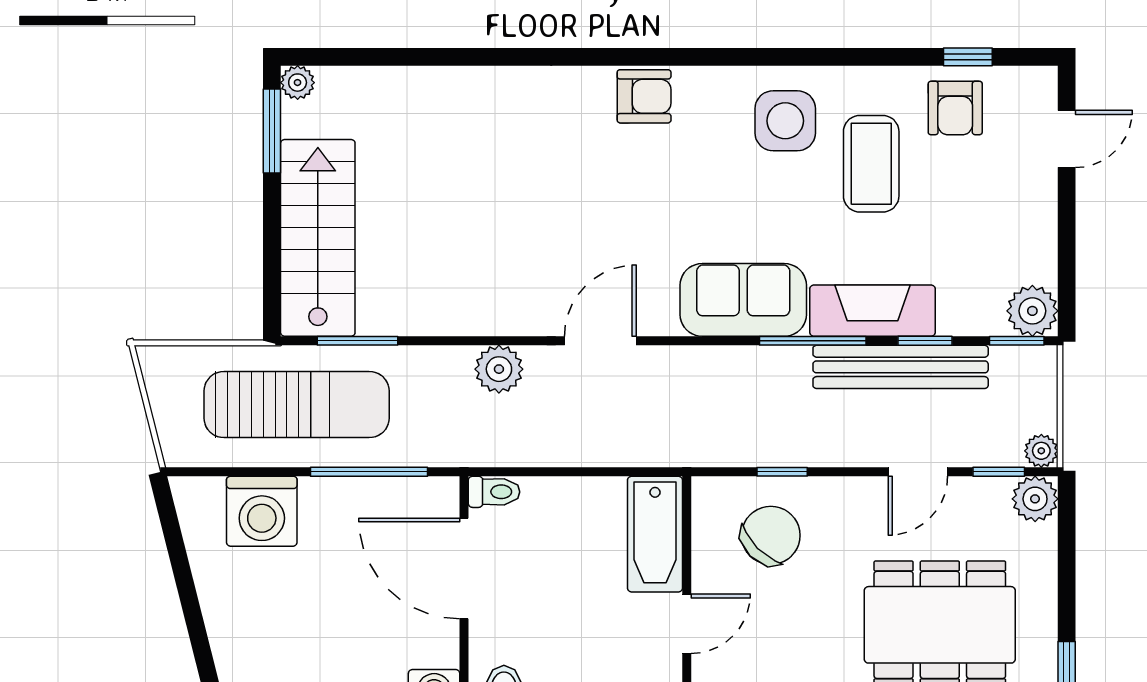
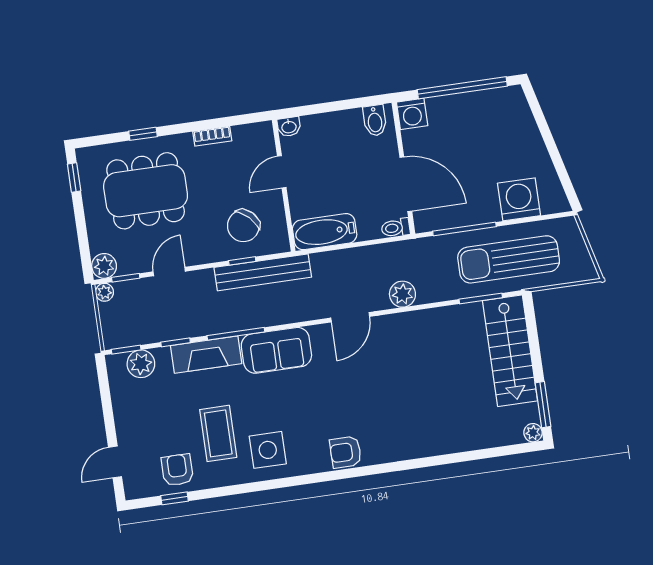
plant: (1032, 311) -> (141, 364), moved
bench: (901, 367) -> (263, 272), moved
bathtub: (655, 534) -> (325, 232), moved, turned -90

